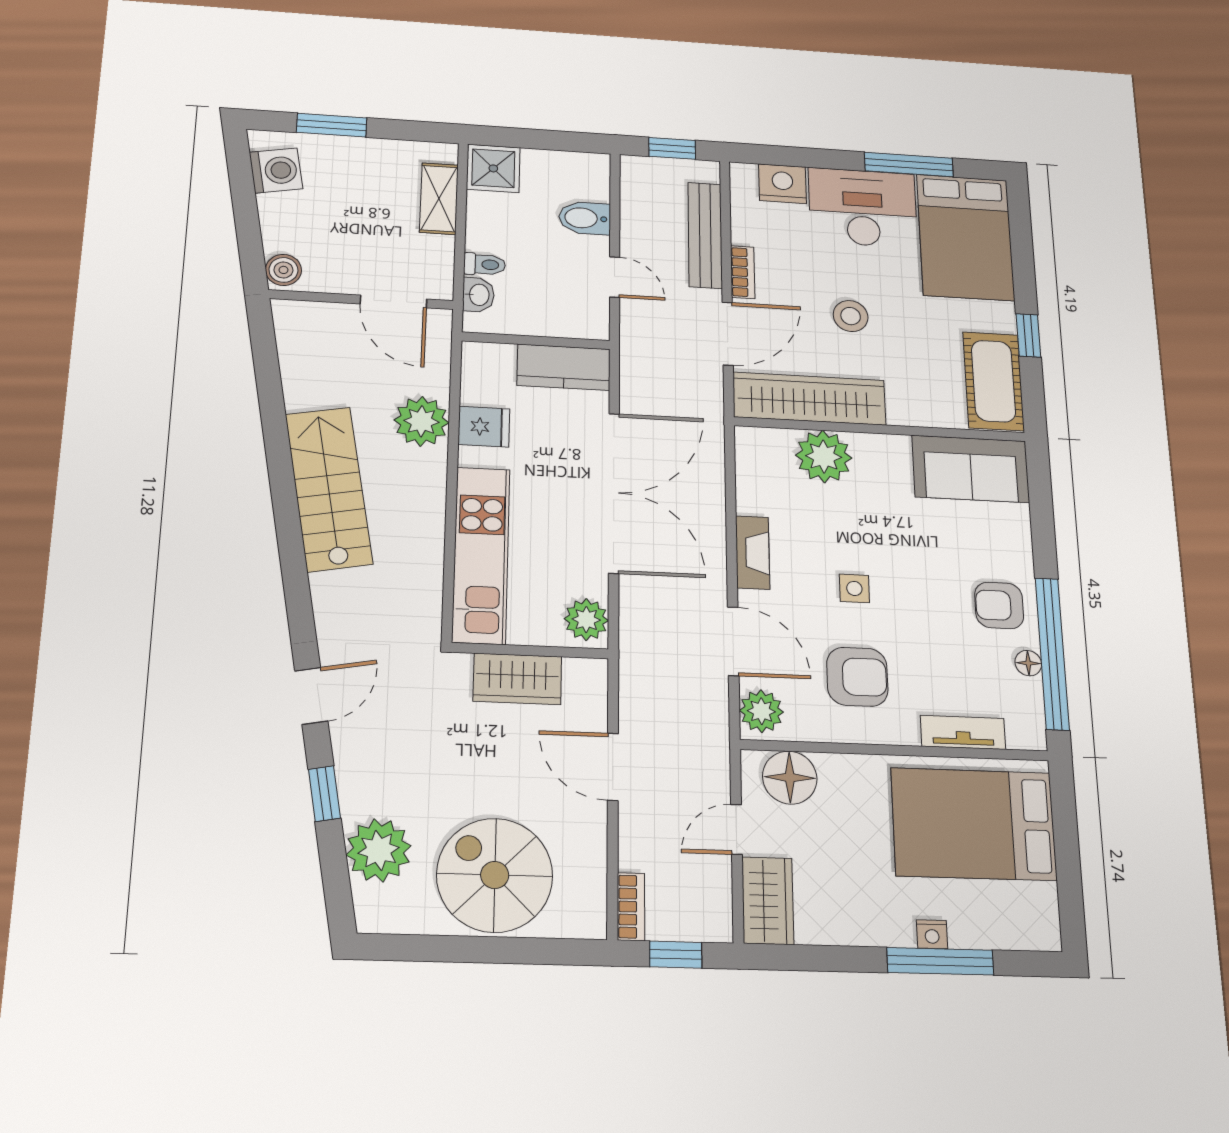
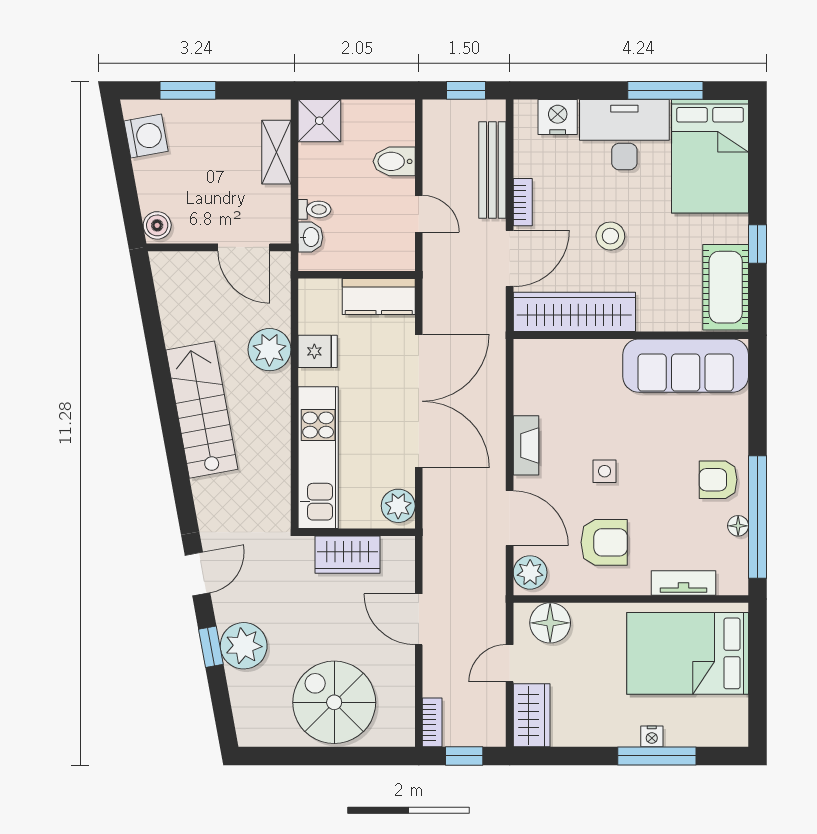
plant: (824, 457) -> (584, 362), removed
sofa: (971, 469) -> (686, 366), width x1.36
plant: (379, 850) -> (244, 646), moved

